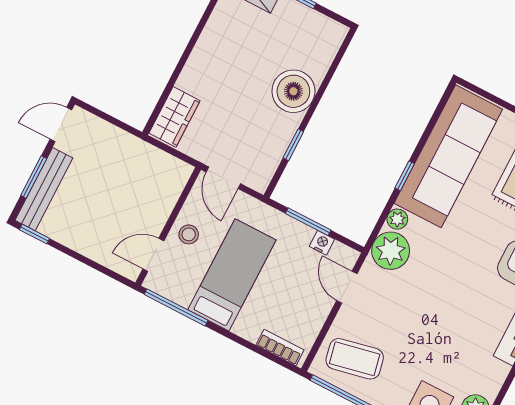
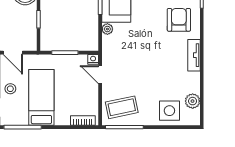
nightstand: (322, 243) -> (93, 59), moved
plant: (391, 251) -> (112, 46), removed

